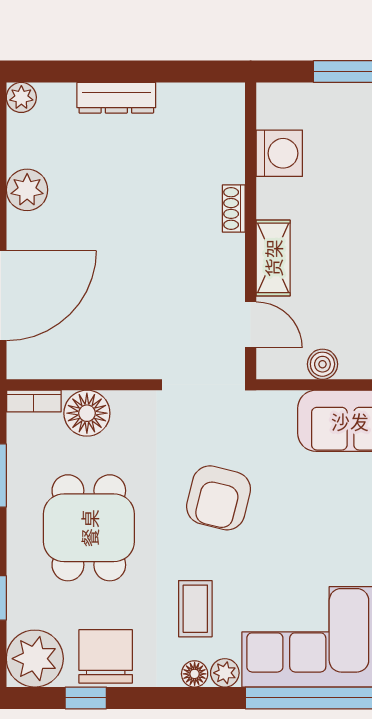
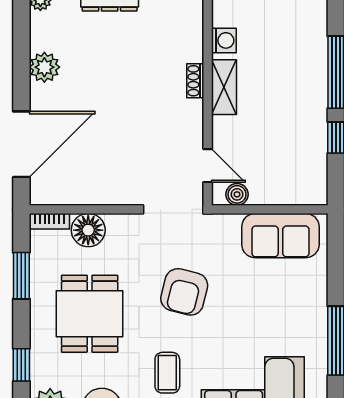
washing machine: (279, 153) -> (224, 40), width x0.73, depth x0.73
shelving: (273, 258) -> (224, 87), moved
boiler: (322, 364) -> (237, 194), moved

